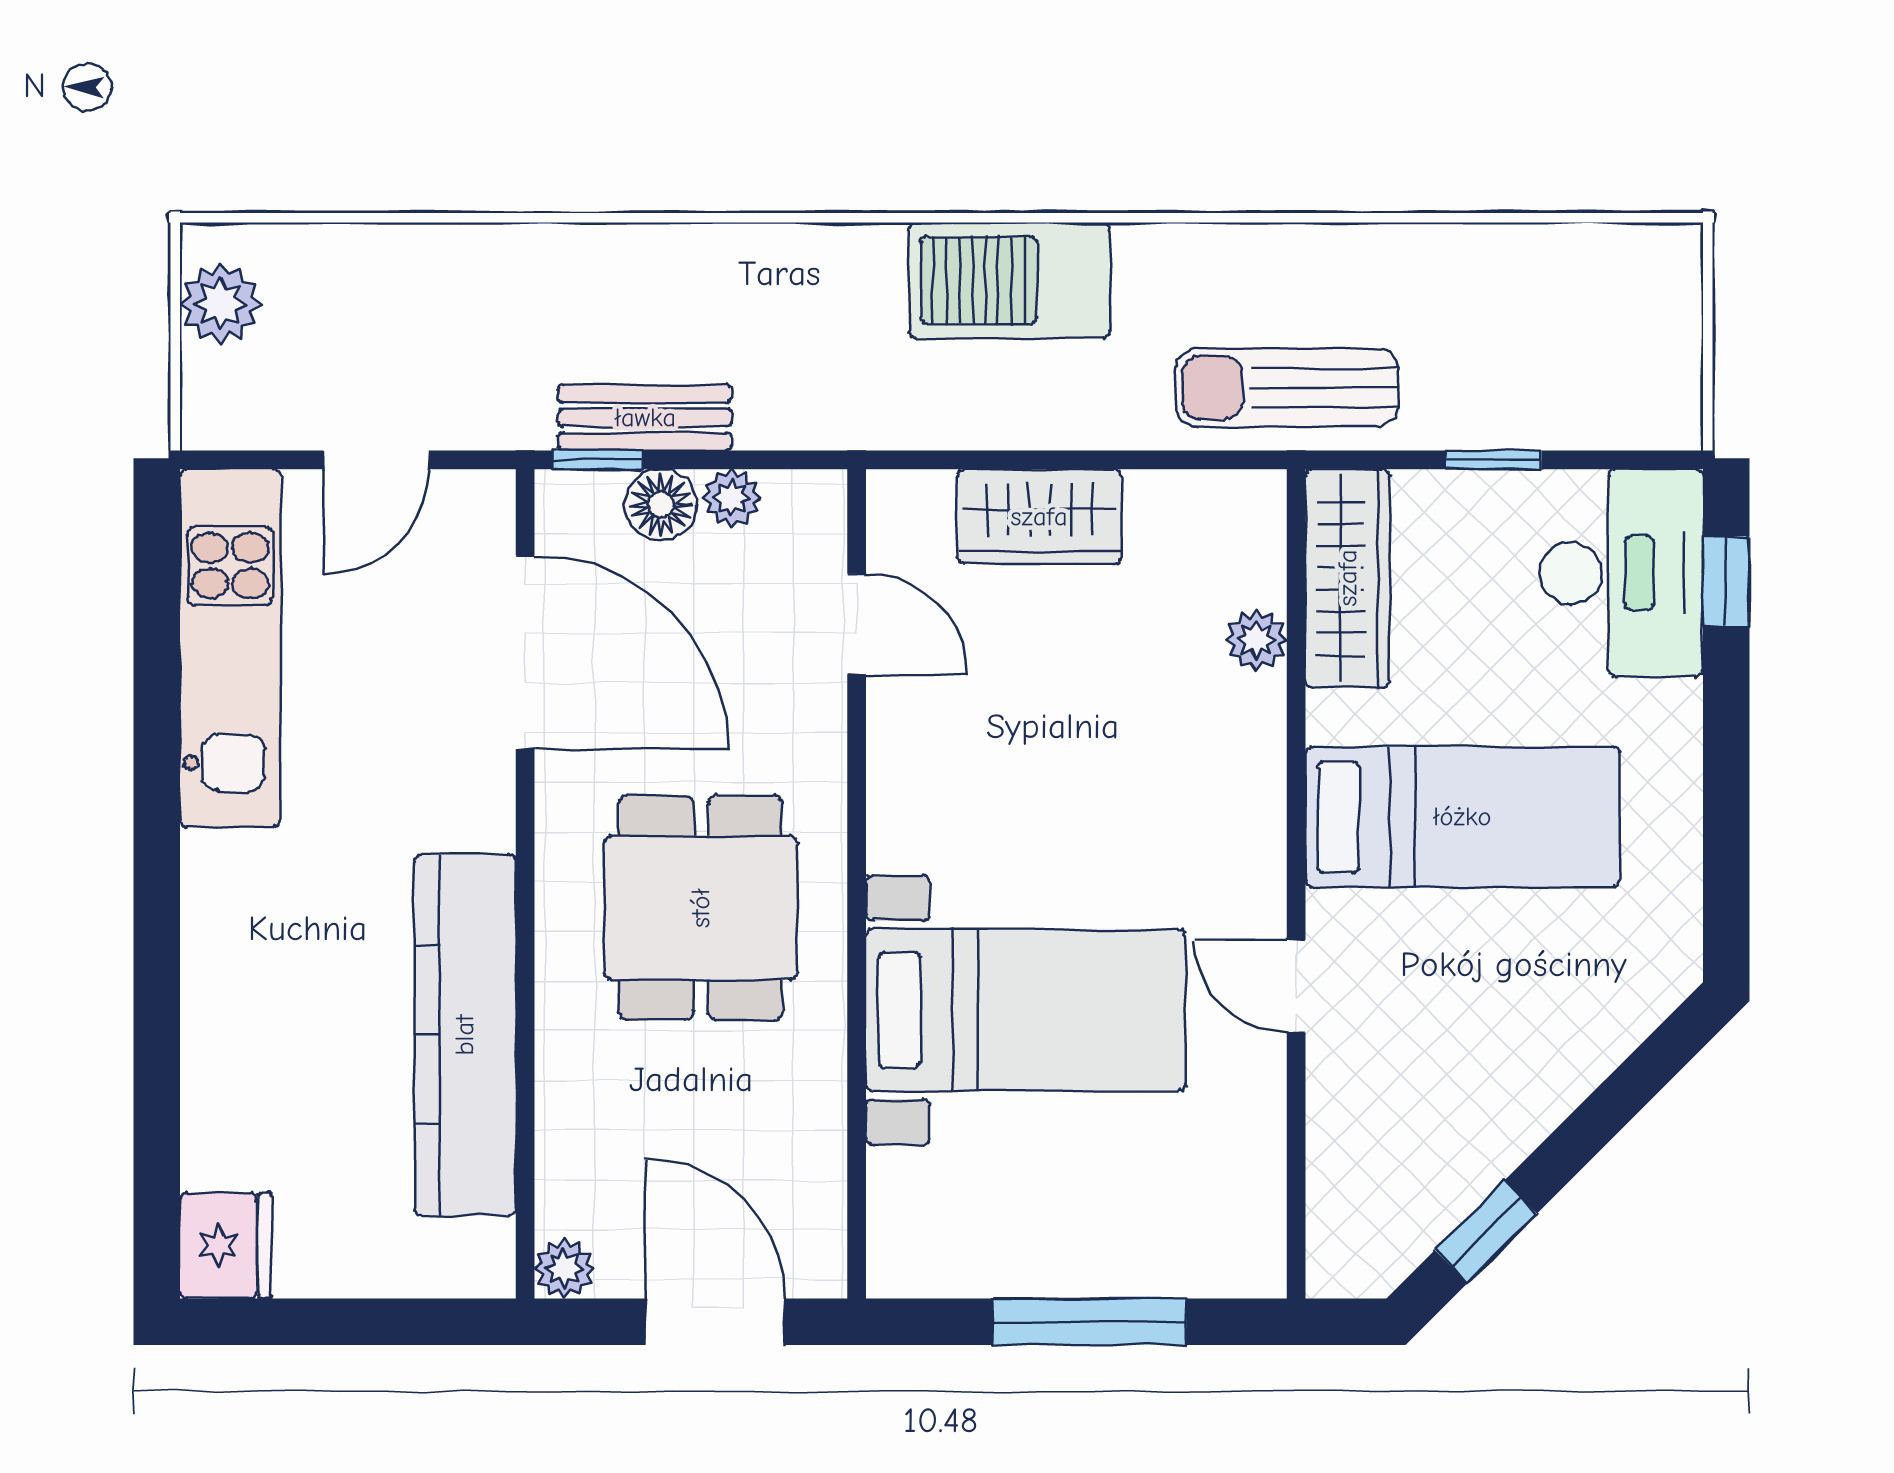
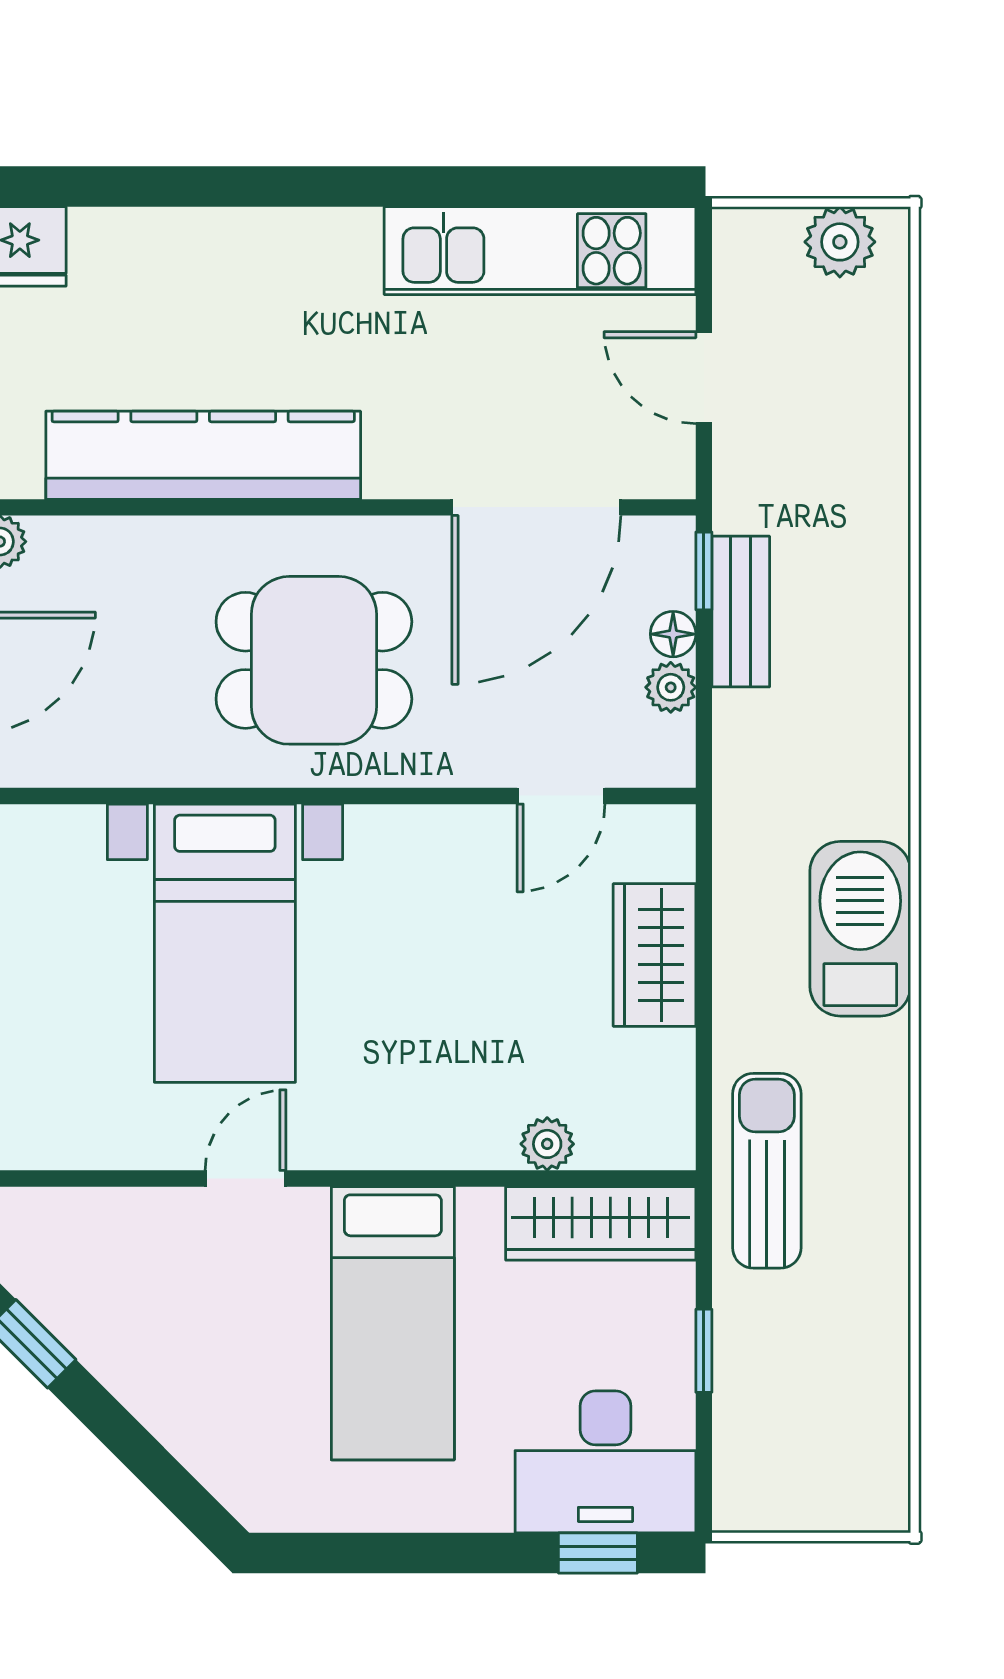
floor lamp: (661, 505) -> (673, 634), width x0.73, depth x0.73

